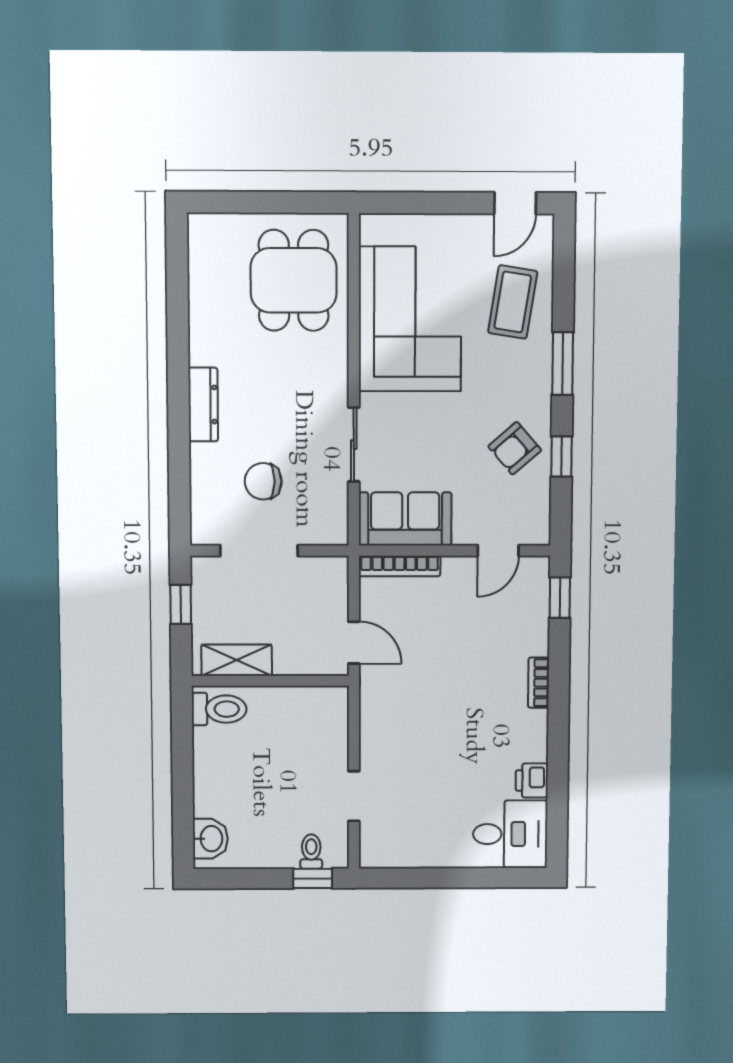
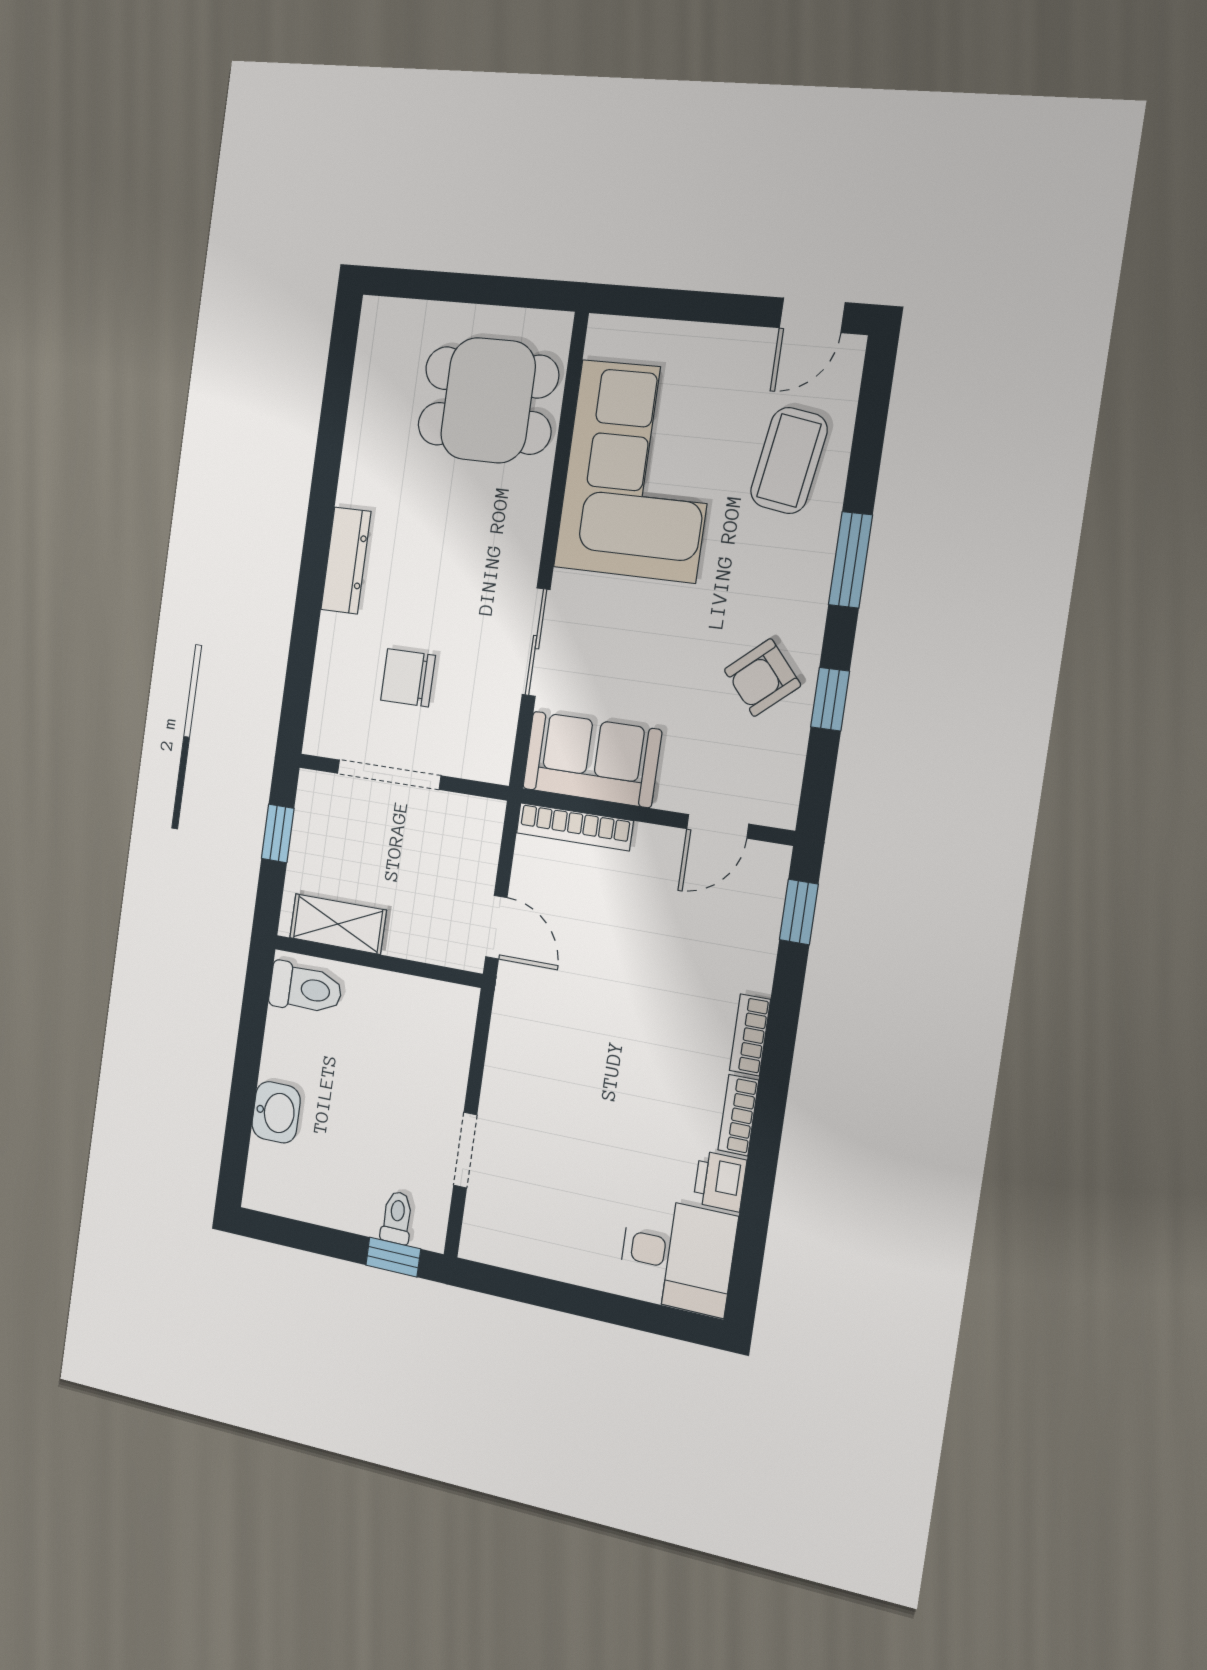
dining table: (294, 280) -> (488, 400), turned 90
bookcase: (538, 736) -> (738, 1115), added
washbasin: (210, 839) -> (276, 1112), moved

